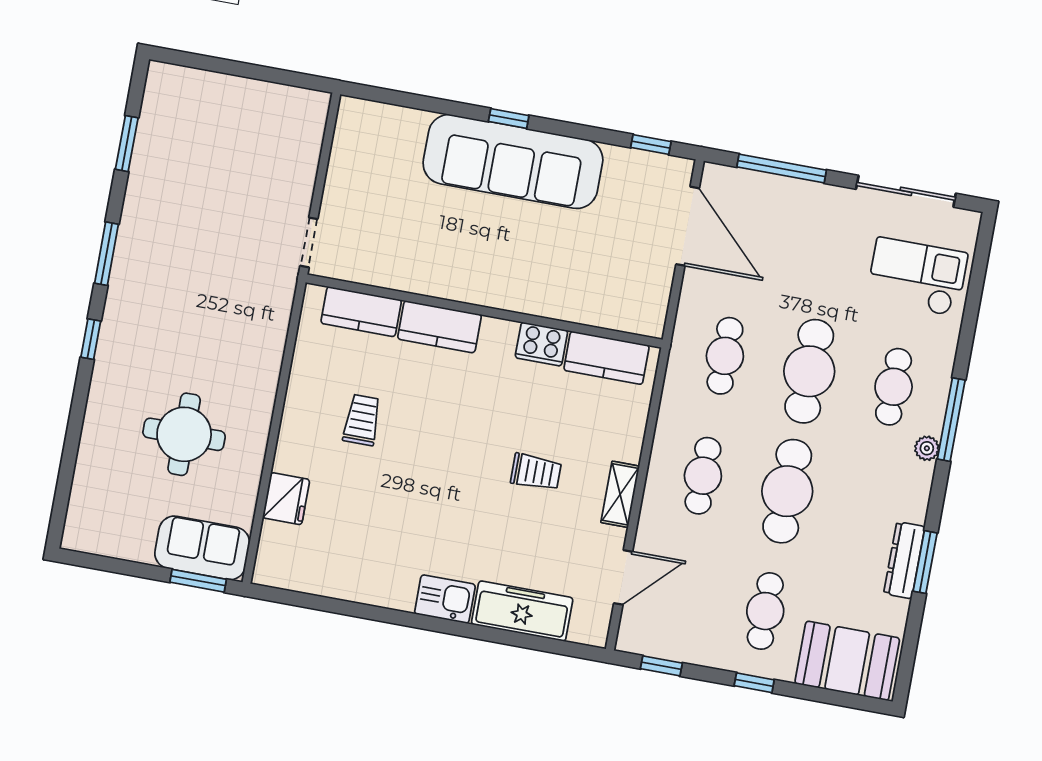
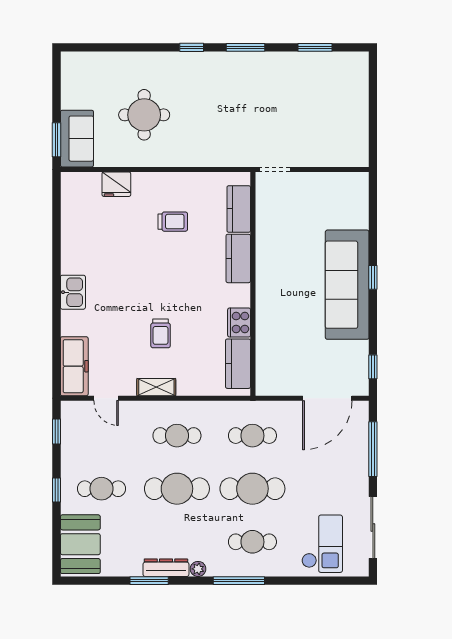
plant: (927, 448) -> (198, 569), moved
dresser: (904, 560) -> (166, 568), moved
door: (623, 577) -> (106, 398), width x0.73
freezer: (522, 611) -> (74, 366), moved

